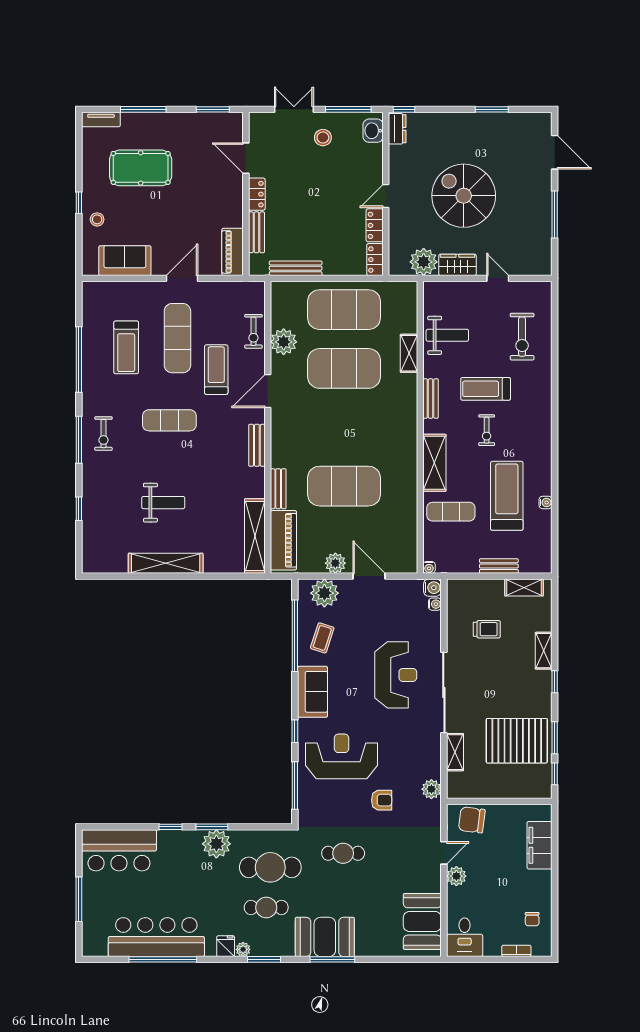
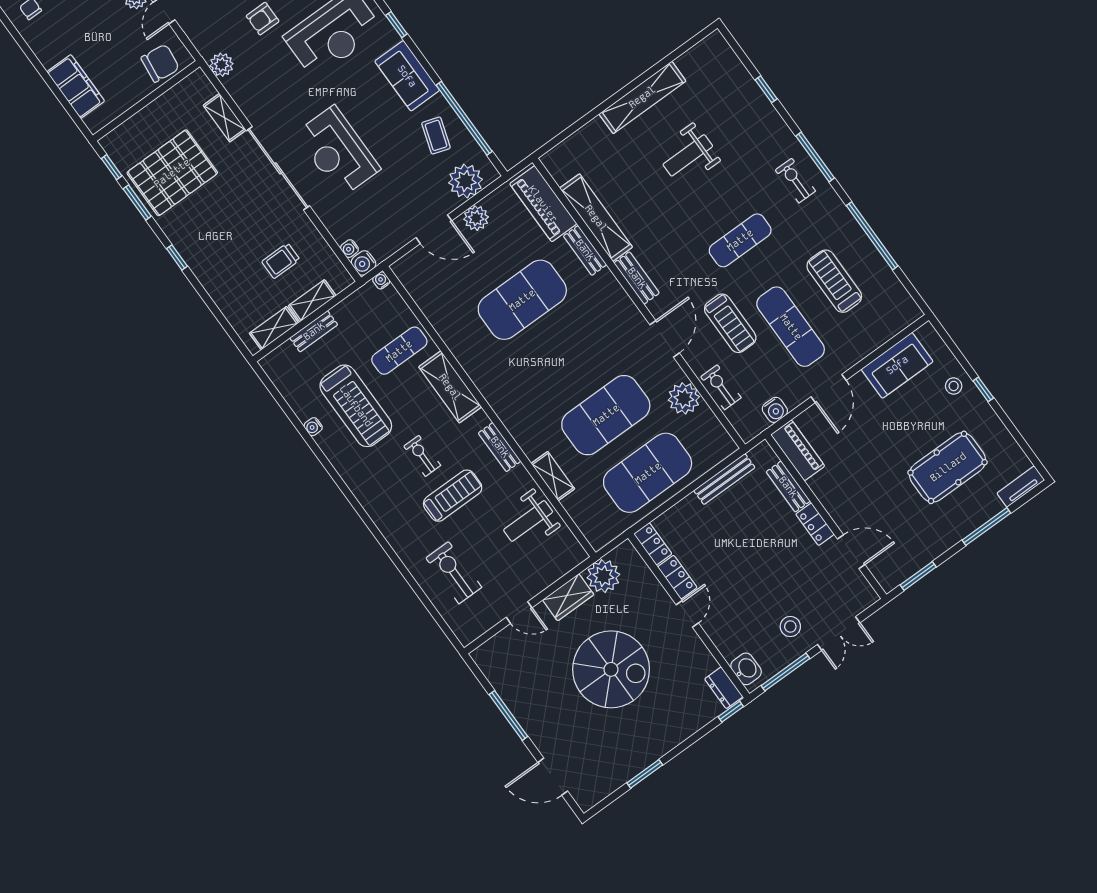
water cooler: (228, 290) -> (775, 410), added
shelving: (255, 536) -> (596, 218), moved
shelving: (544, 651) -> (312, 301), moved, turned 90

